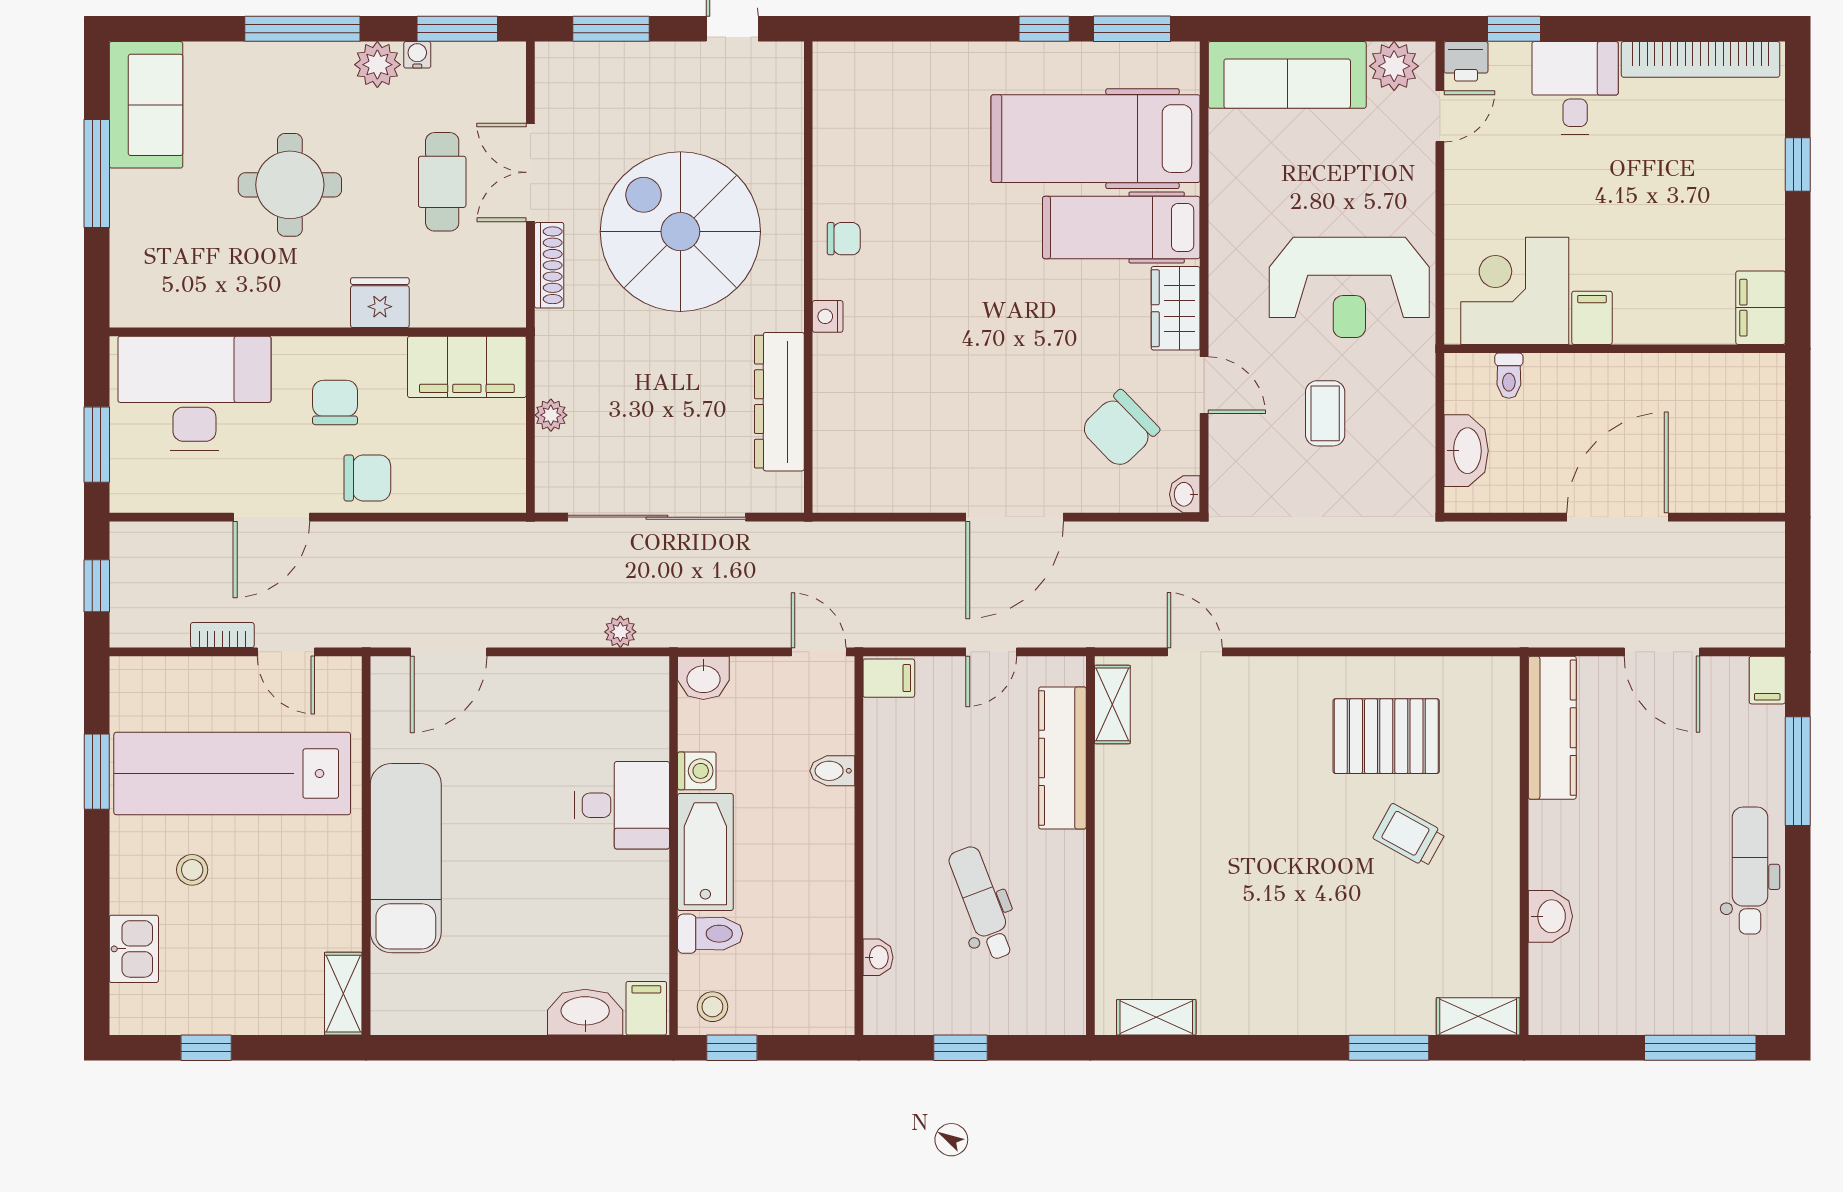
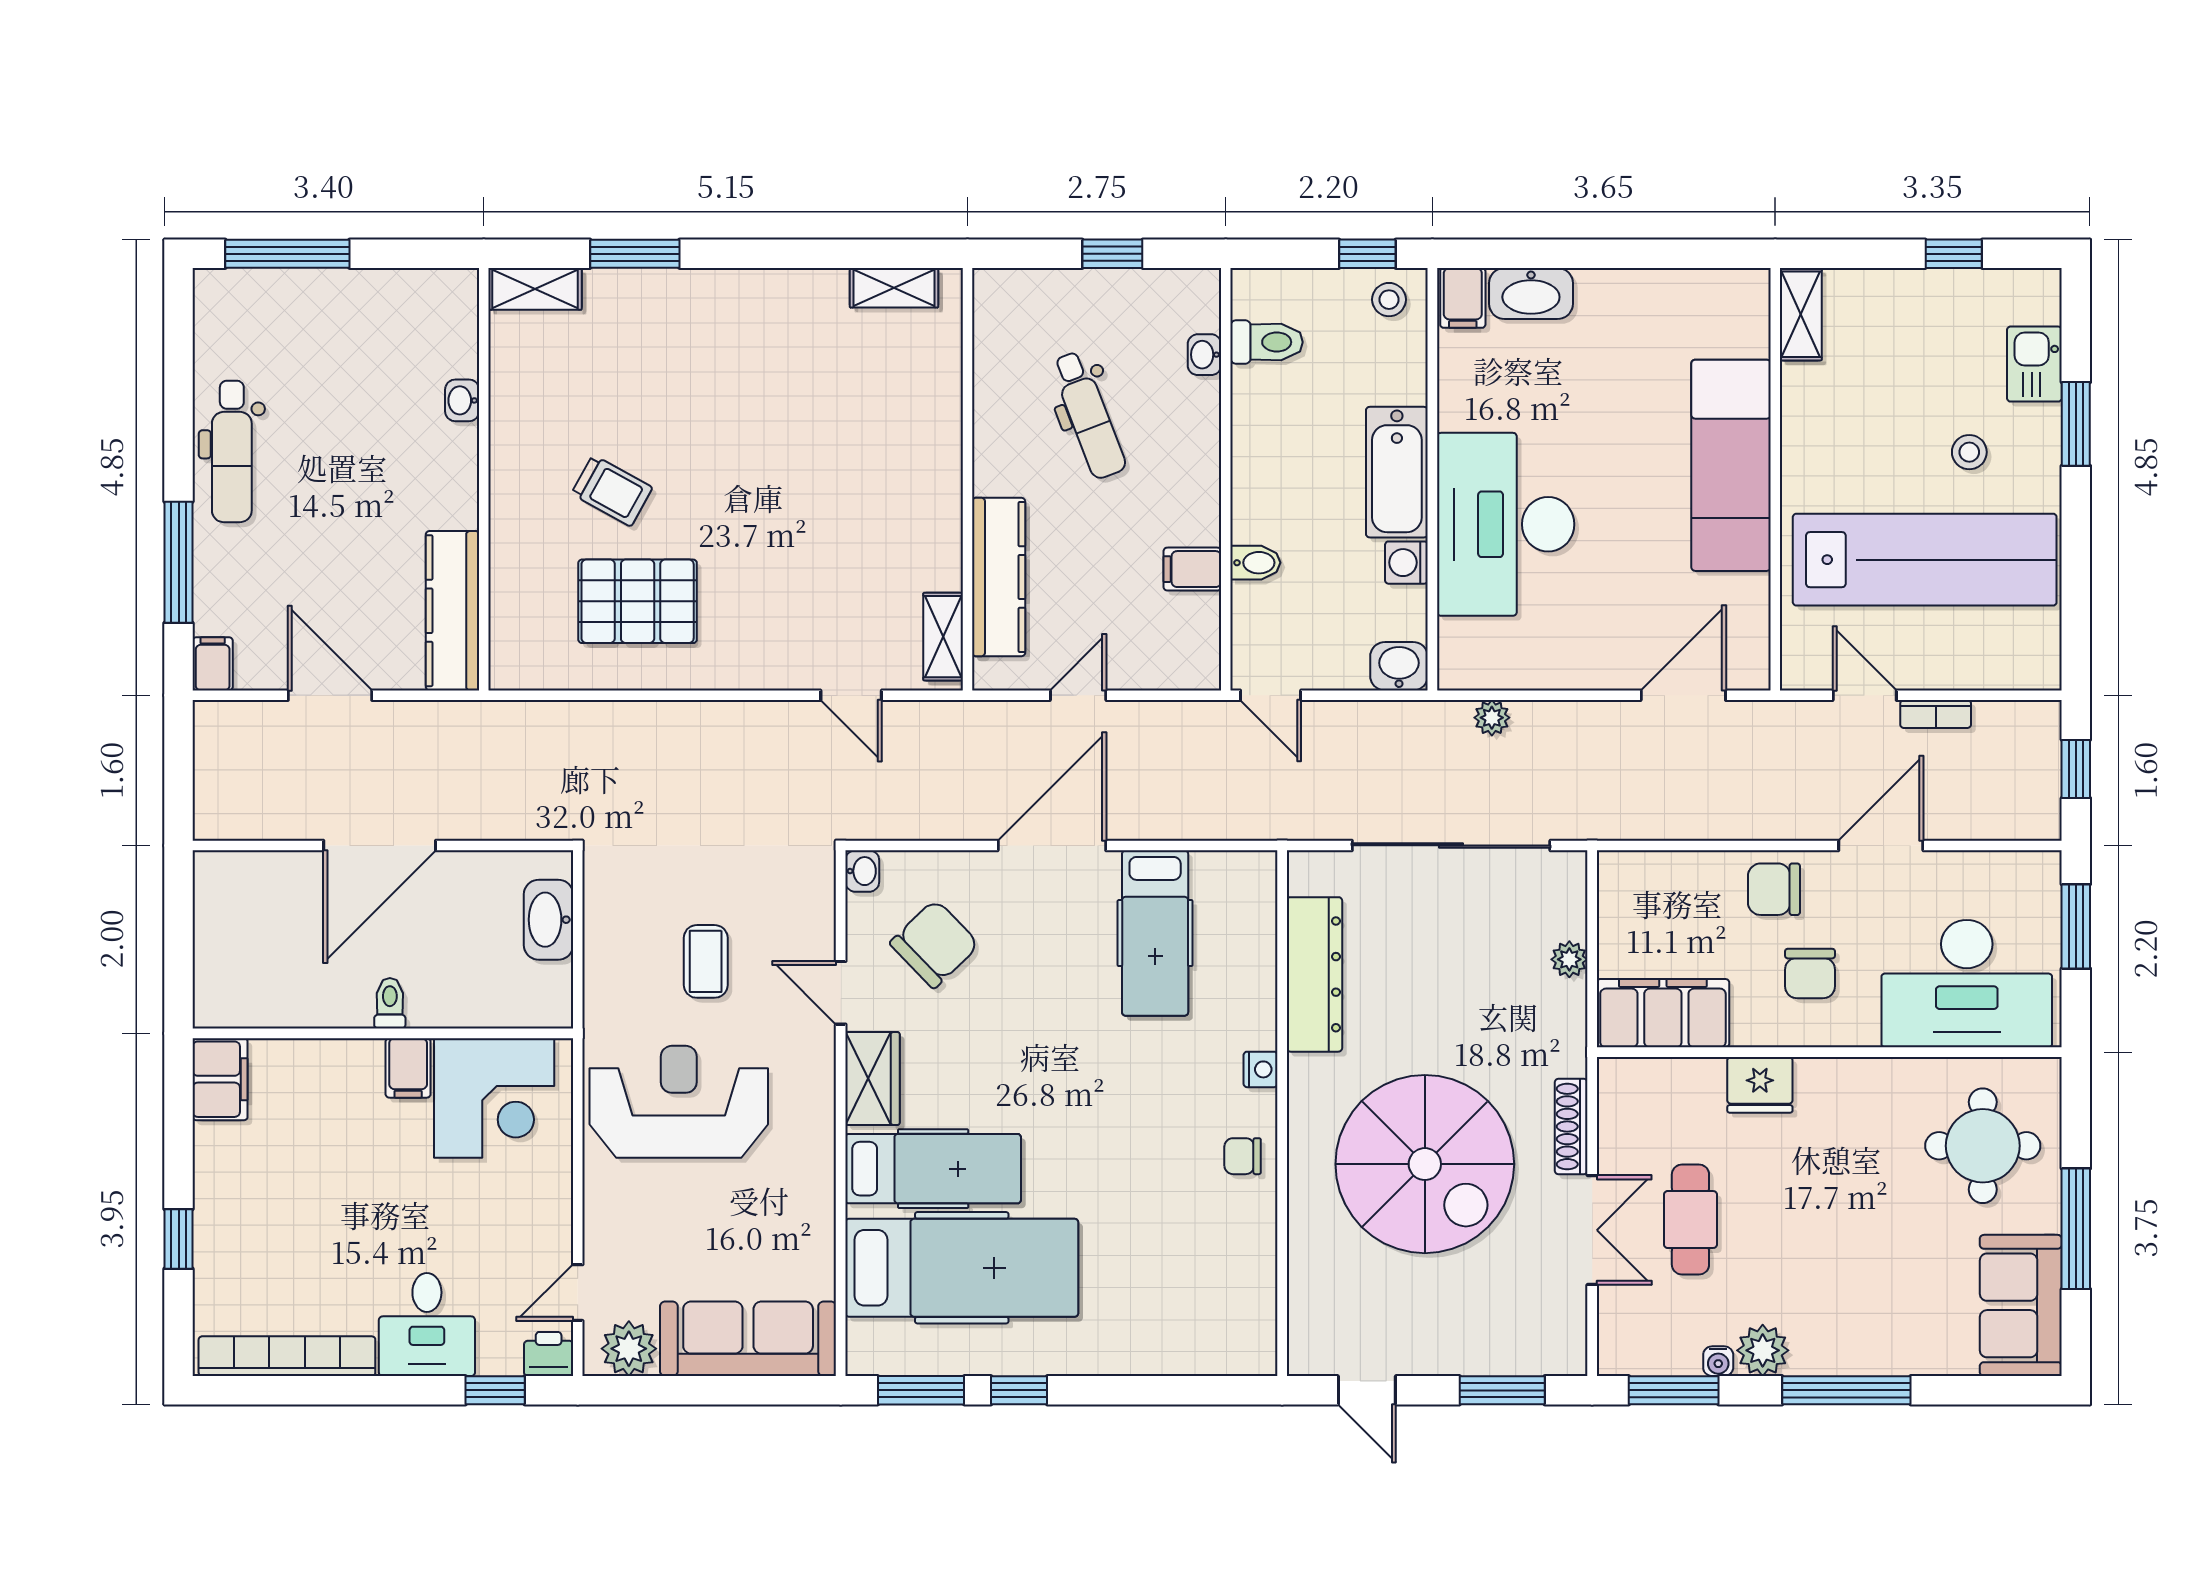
round table: (290, 185) -> (1983, 1146), moved
toilet: (1509, 376) -> (390, 1003), moved
hospital bed: (922, 439) -> (1155, 933), added
filing cabinet: (889, 678) -> (1192, 569), moved
window: (97, 772) -> (2076, 424), moved
desk: (622, 805) -> (1506, 524), width x1.87, depth x1.30
washbasin: (1550, 916) -> (462, 400), width x0.72, depth x0.69
toilet: (710, 934) -> (1267, 342), moved, turned 180

